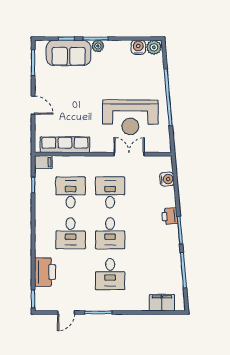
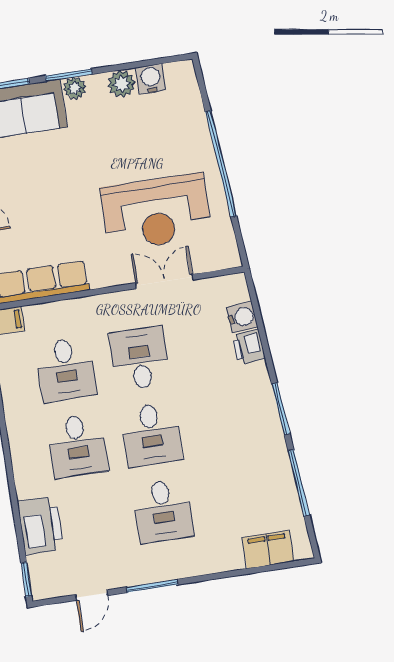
plant: (154, 47) -> (122, 84), moved
desk: (71, 192) -> (66, 370), turned 180
printer: (170, 216) -> (249, 347), moved

